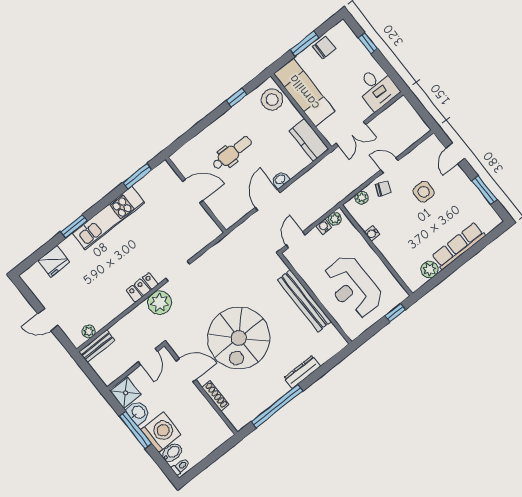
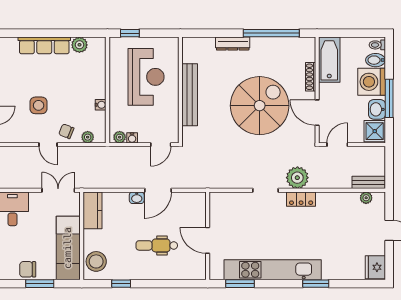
kitchen unit: (108, 218) -> (273, 270), width x1.36
fridge: (54, 261) -> (375, 267), moved, turned -90
bathtub: (211, 423) -> (329, 60), added

